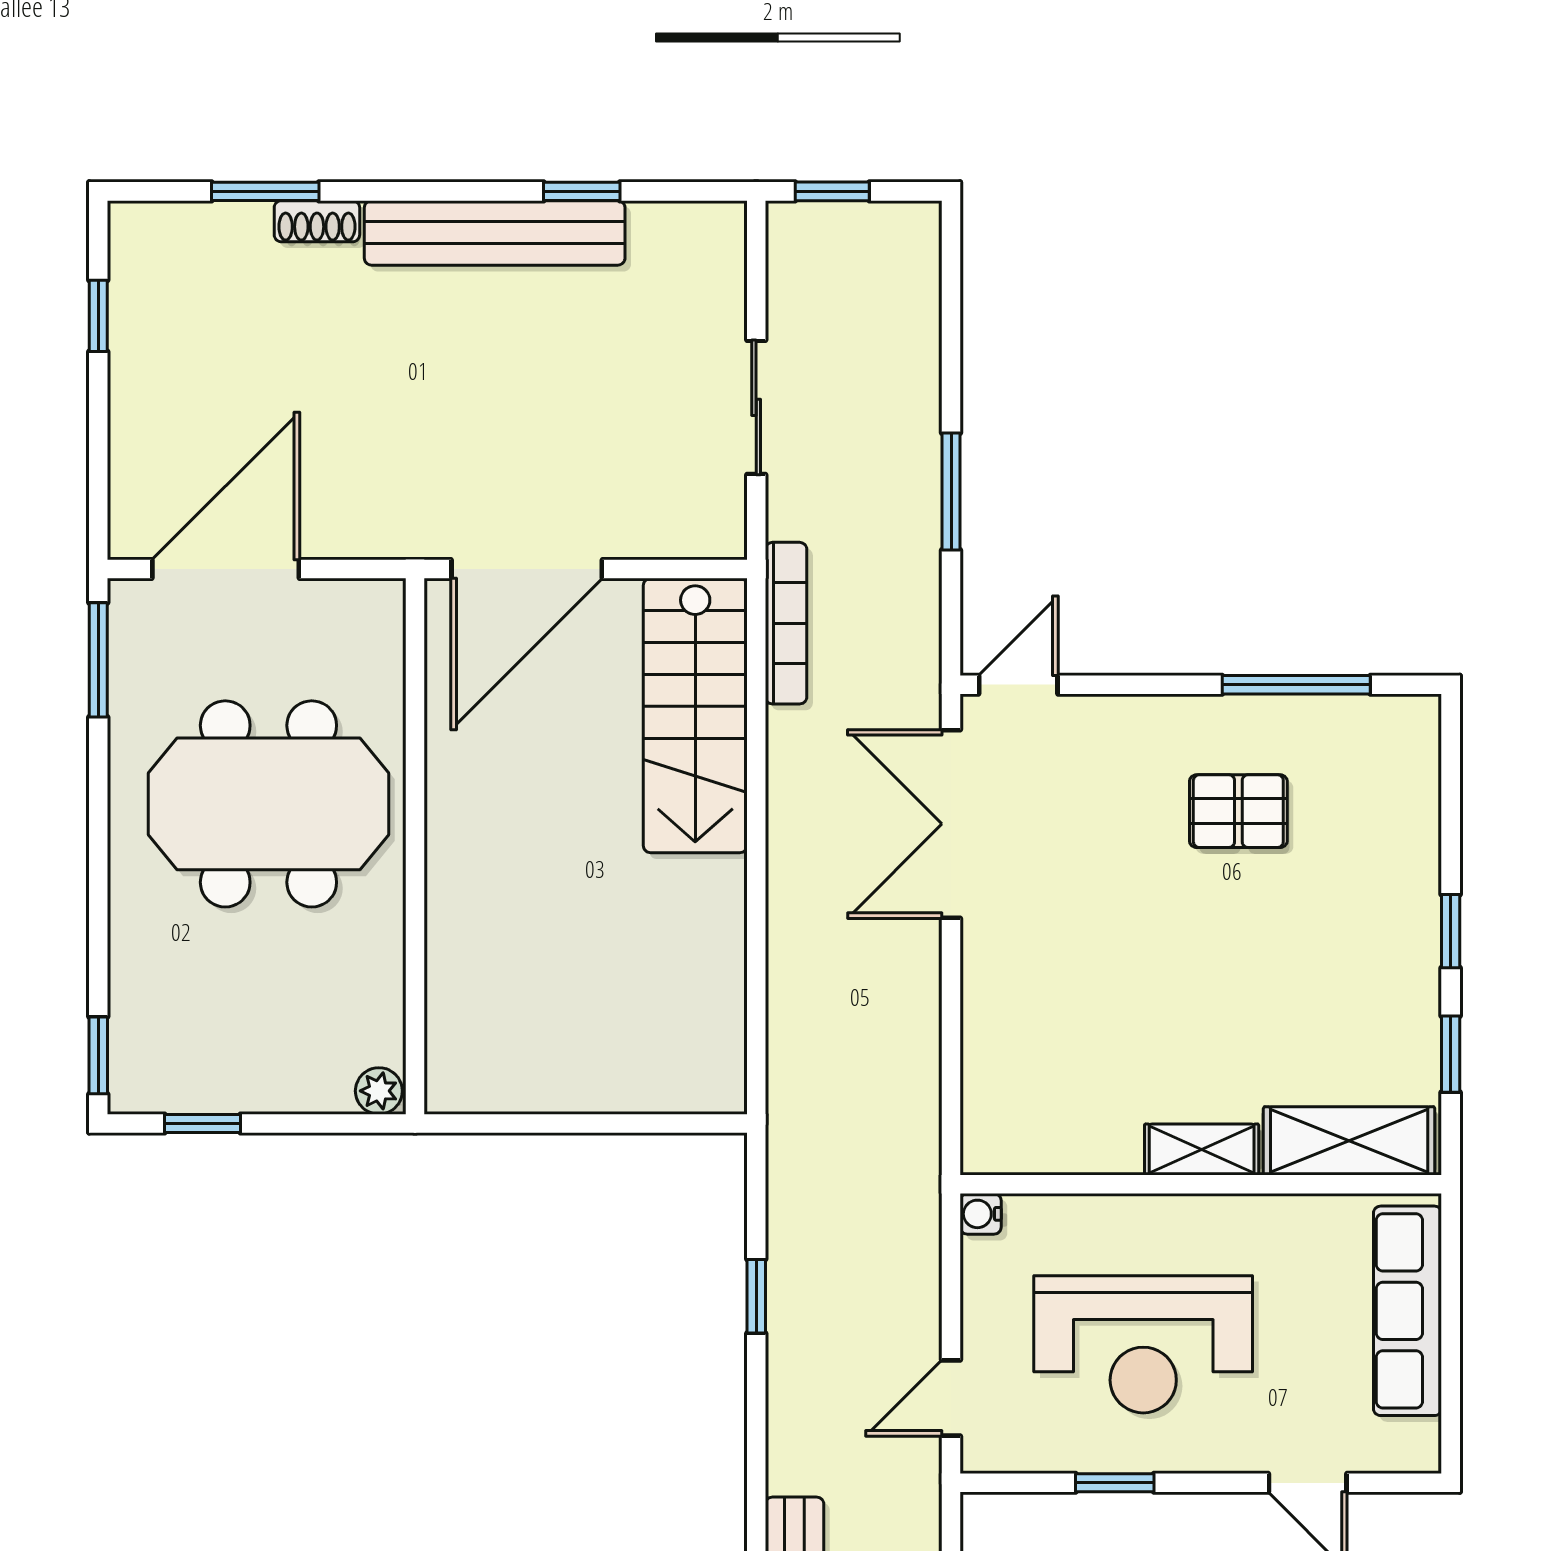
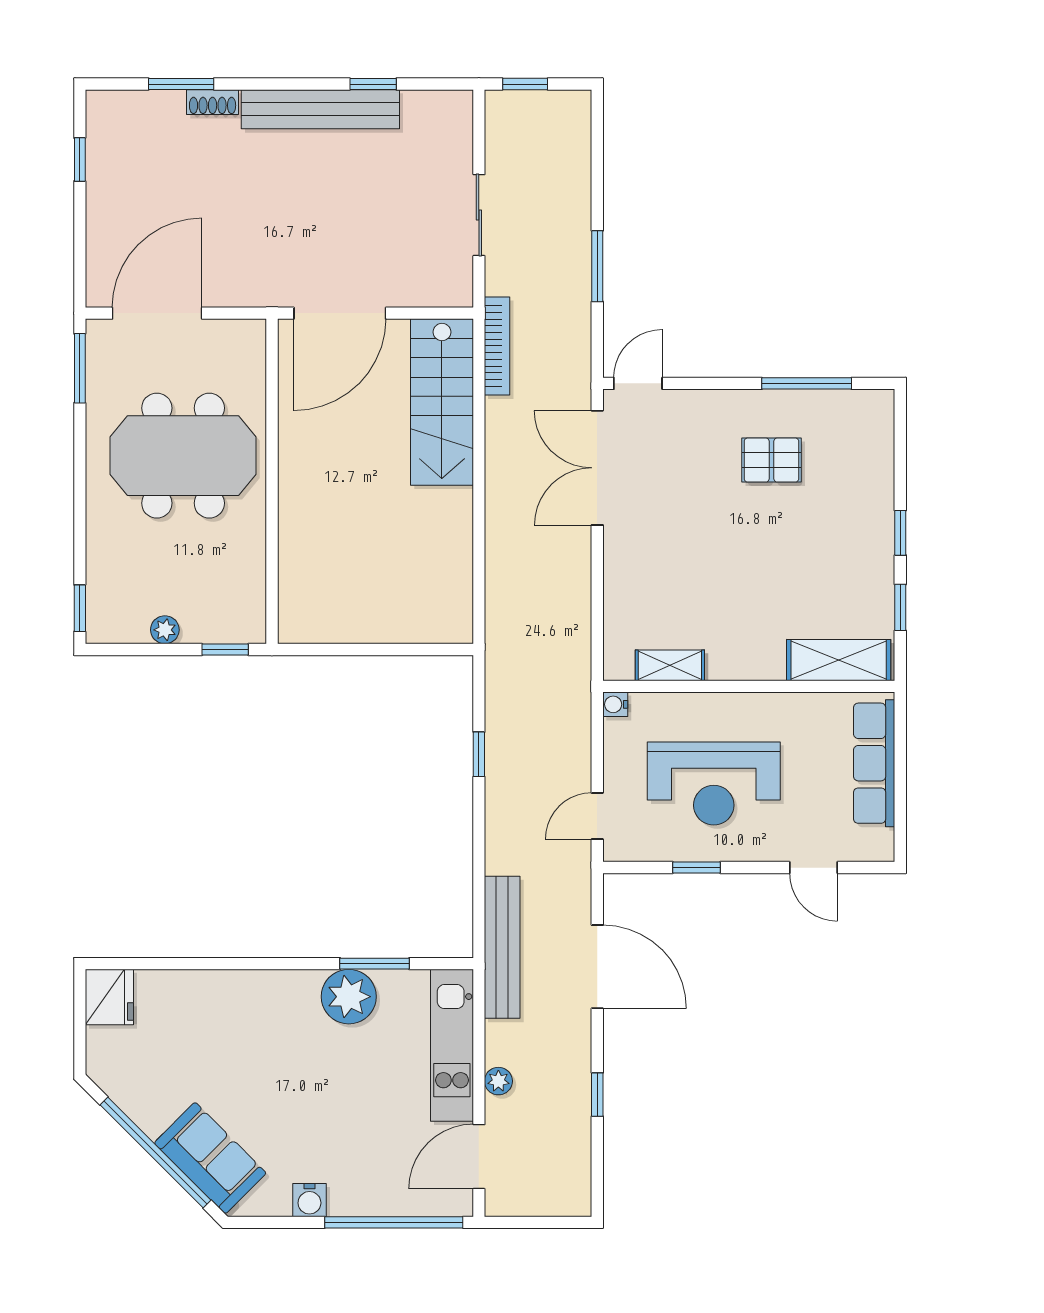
plant: (379, 1091) -> (165, 630), moved
window: (203, 1123) -> (225, 649), moved
shelving: (1202, 1150) -> (670, 665), moved

